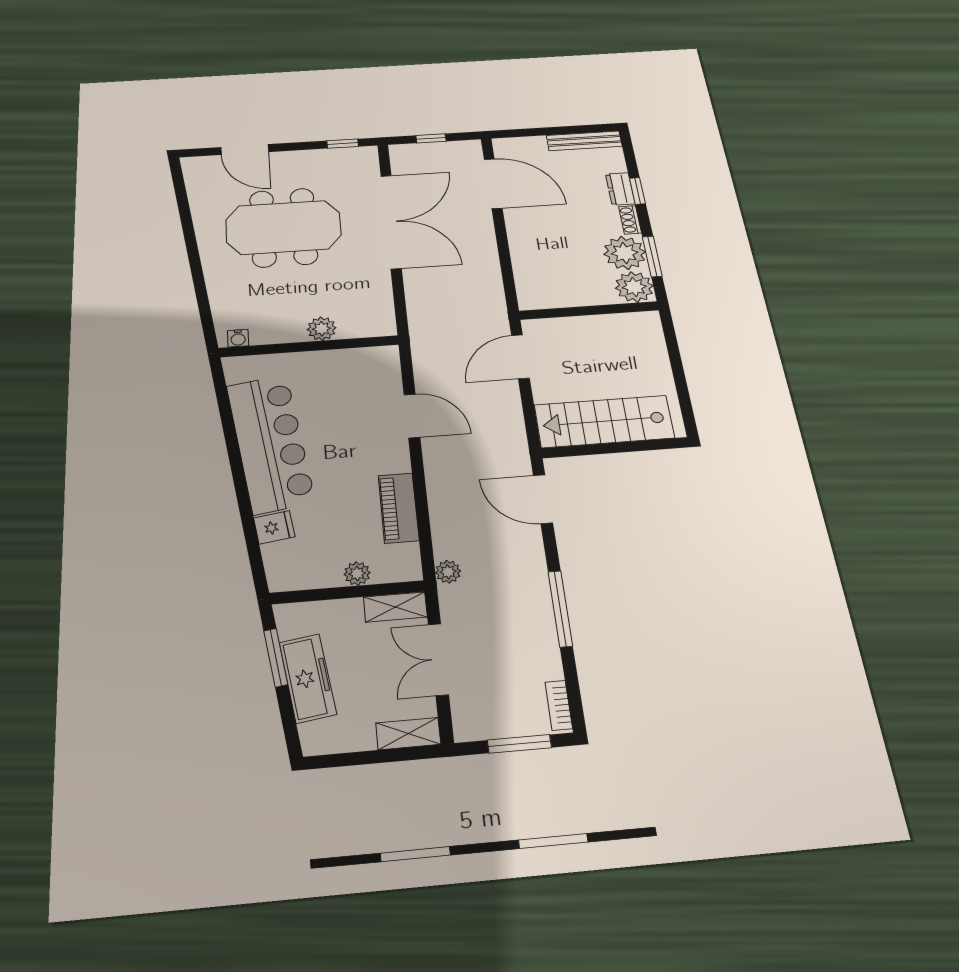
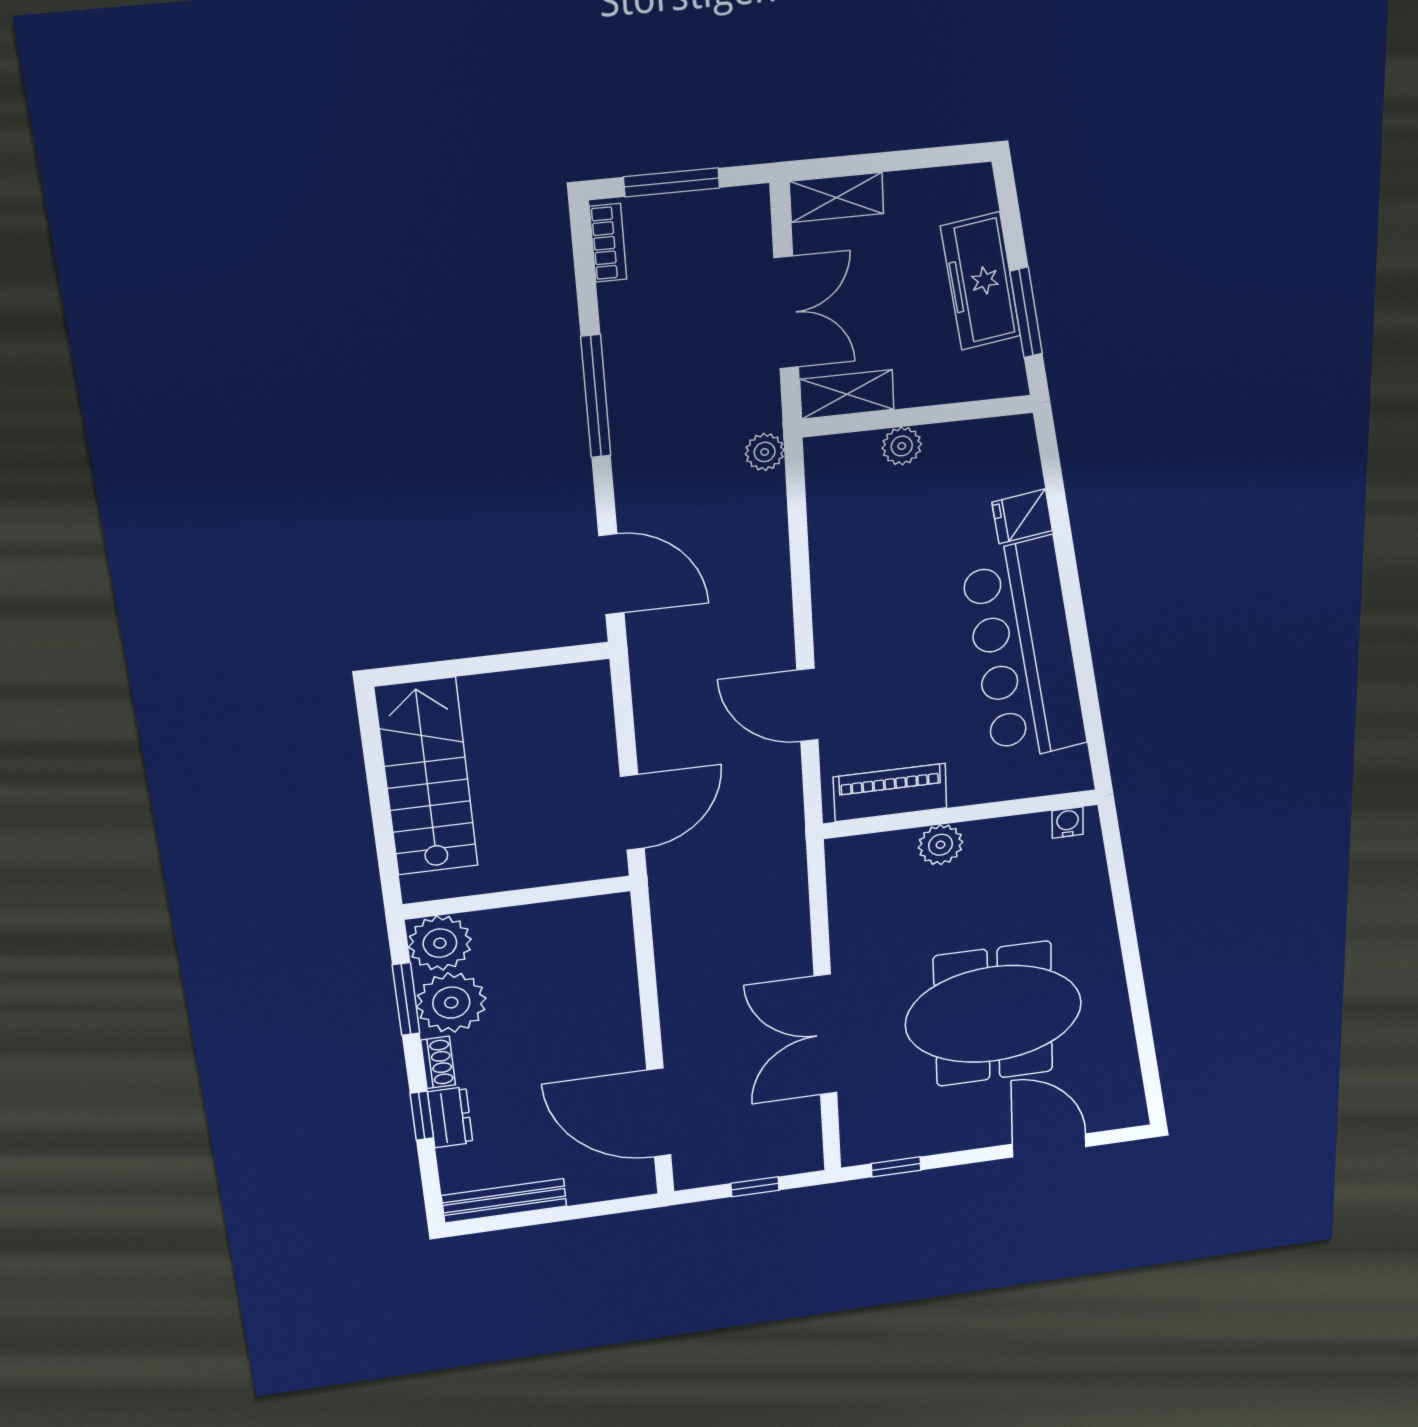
double door: (391, 221) -> (825, 1035), width x0.73
stairs: (604, 421) -> (427, 777), moved, turned -90
piano: (399, 508) -> (890, 793), moved, turned -90

